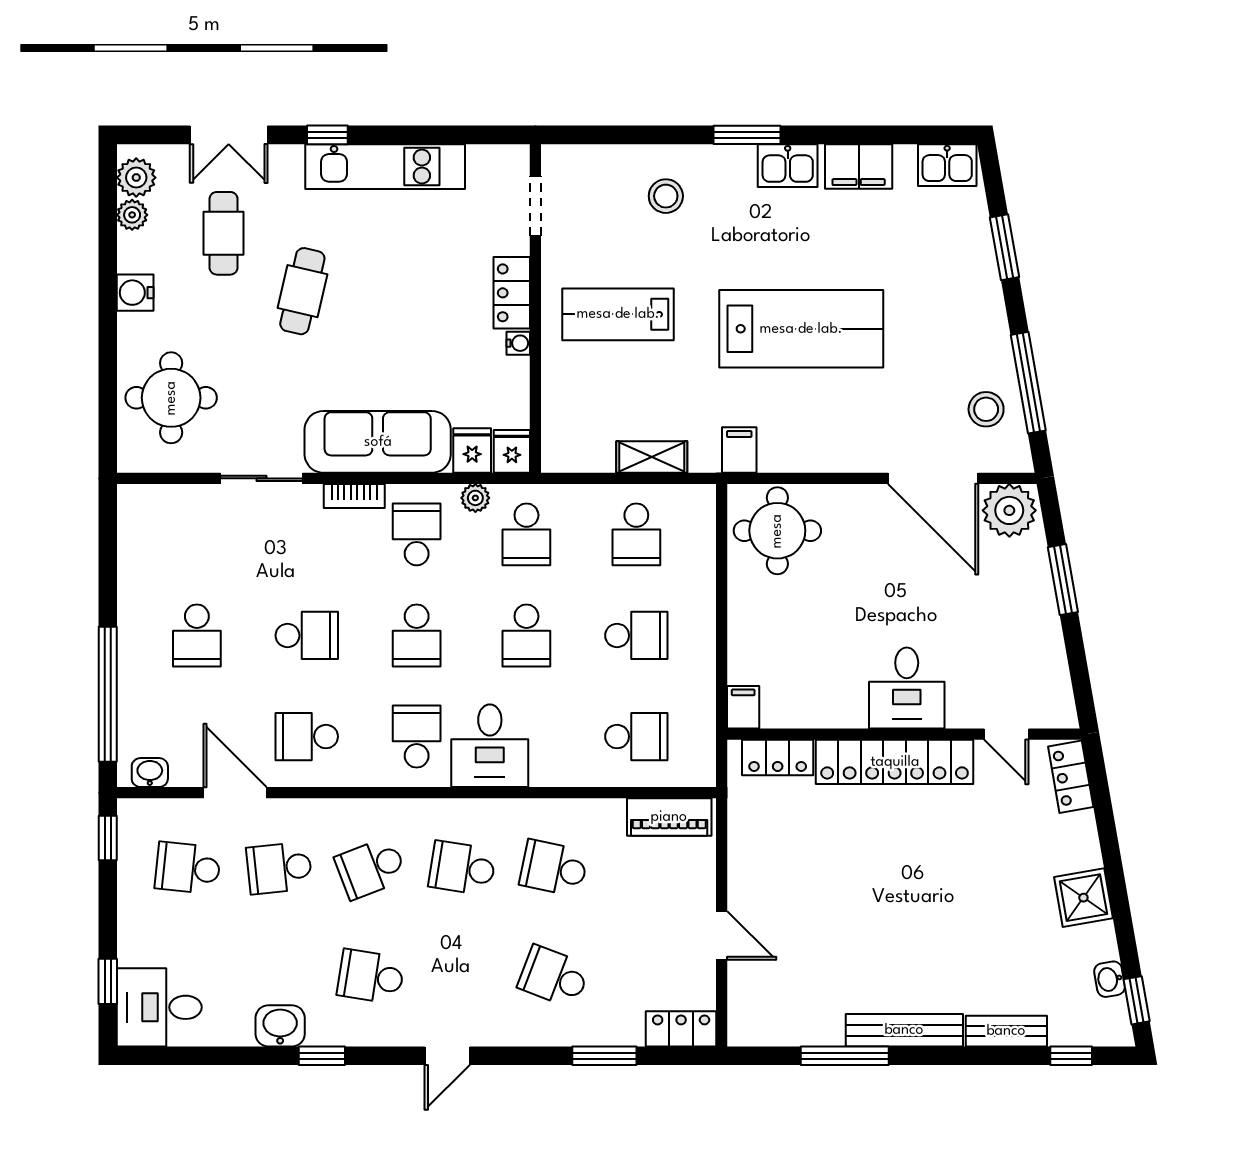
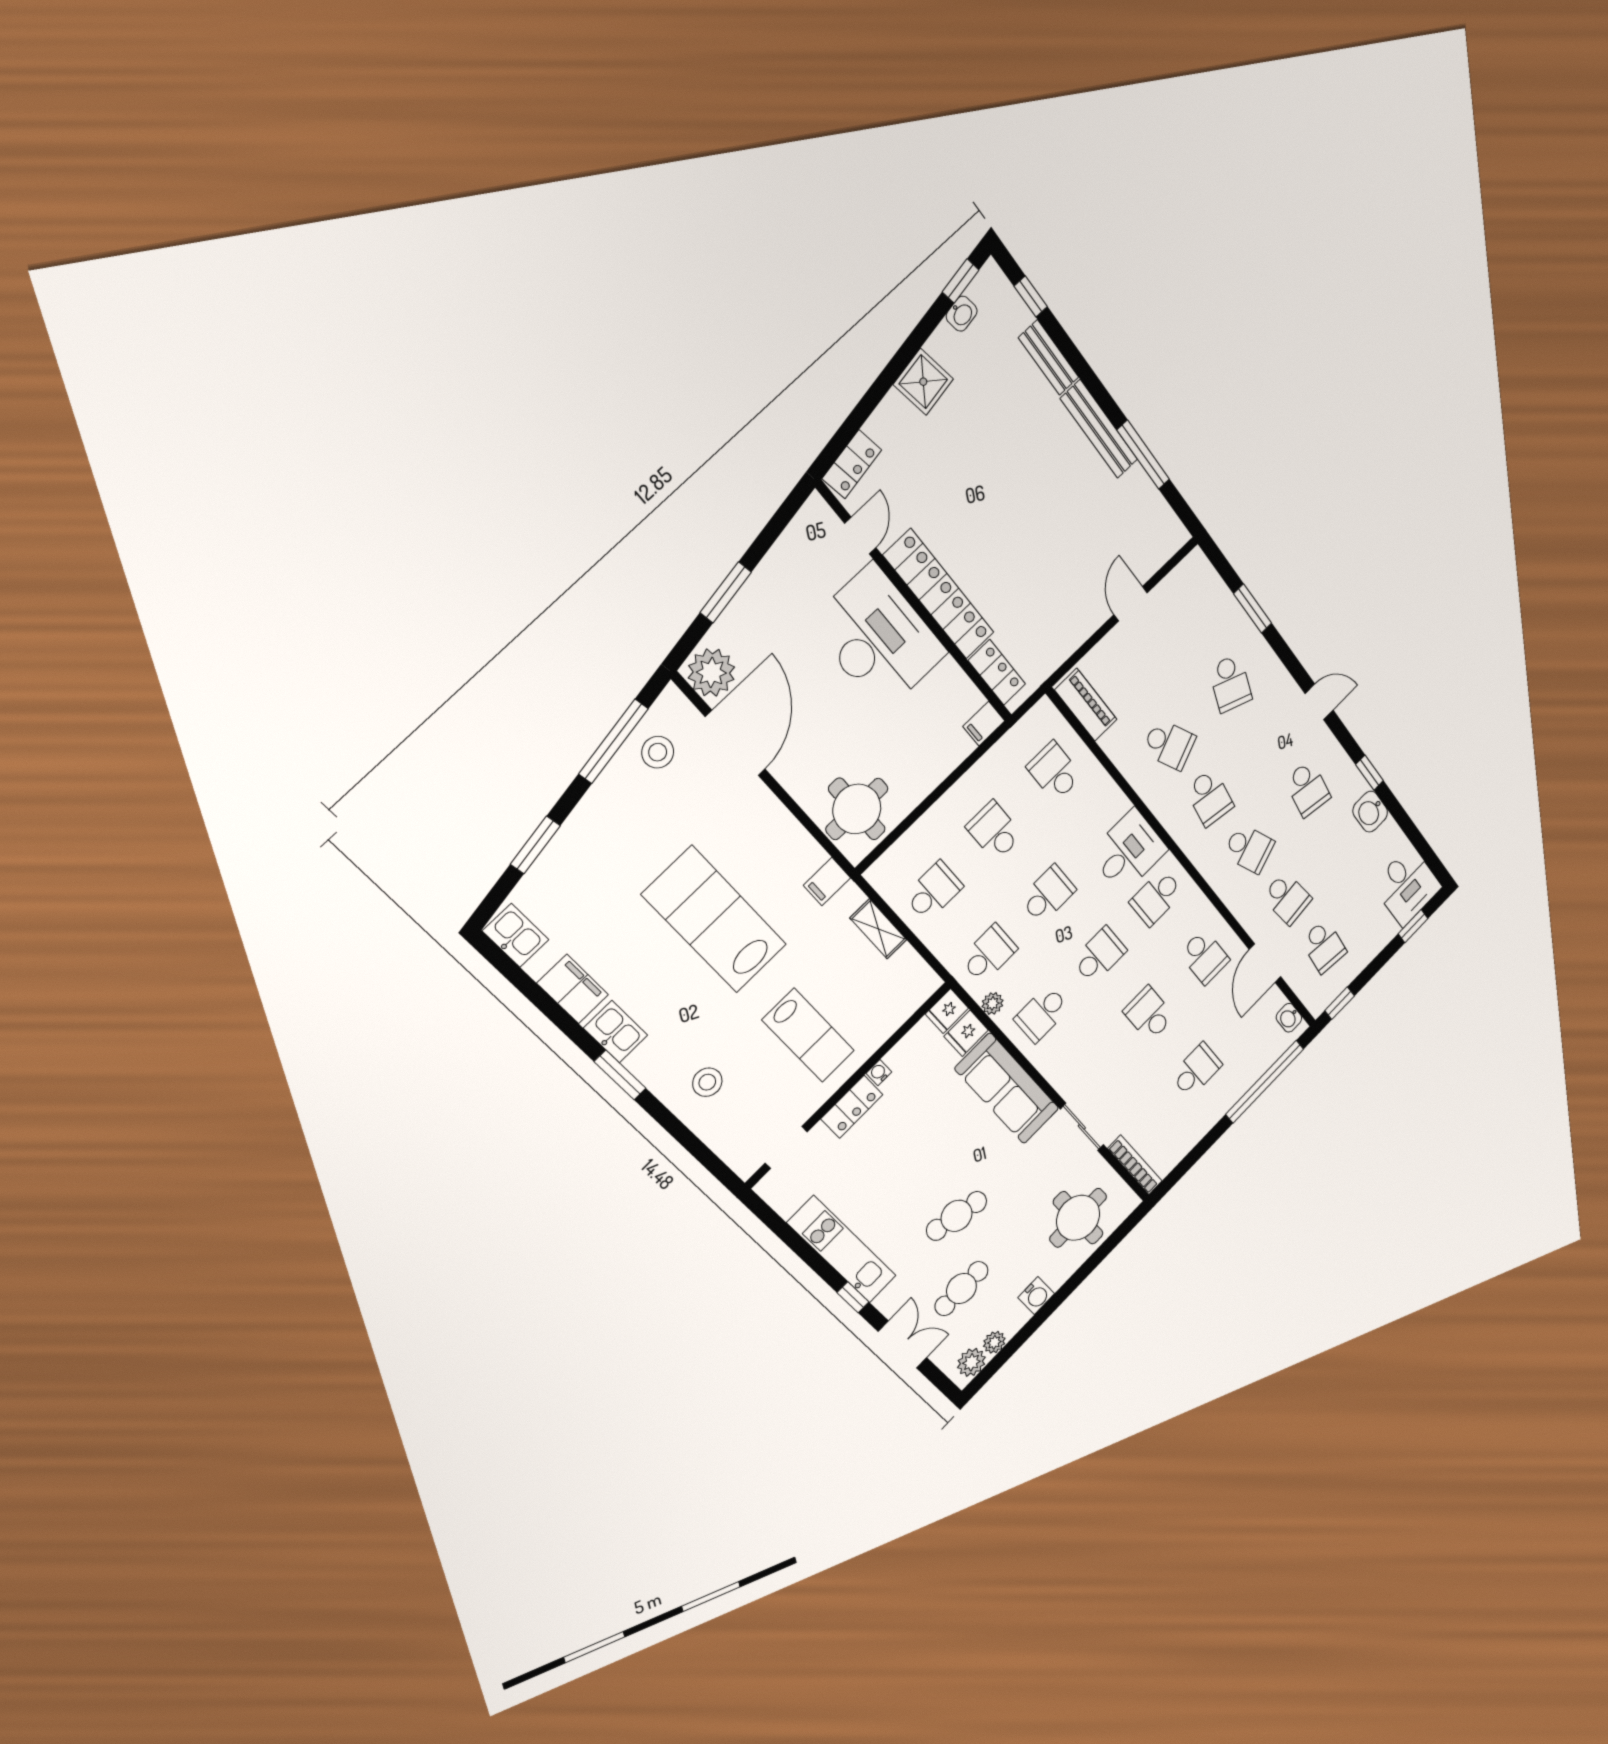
bookcase: (354, 496) -> (1135, 1165), moved, width x1.56
desk: (907, 688) -> (878, 638), width x1.87, depth x1.30
school desk: (554, 868) -> (1169, 744), turned -36
locker: (681, 1029) -> (1203, 576), removed

